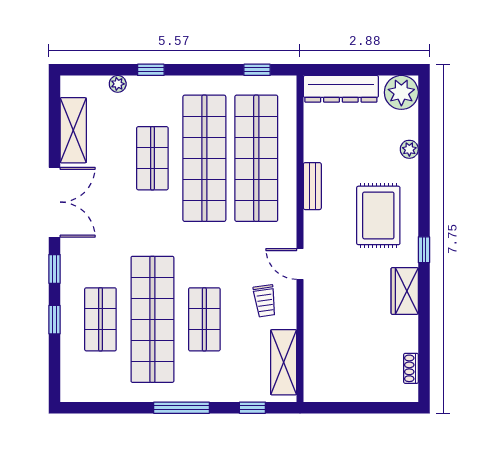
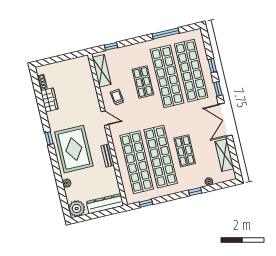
rug: (378, 215) -> (74, 149), width x1.37, depth x1.44
wardrobe: (405, 291) -> (49, 100), moved
shop shelf: (100, 319) -> (191, 71), width x2.00, depth x1.36
window: (182, 408) -> (166, 33), moved

